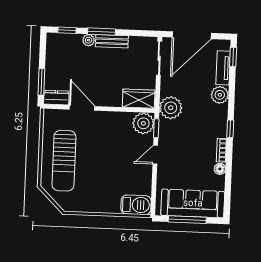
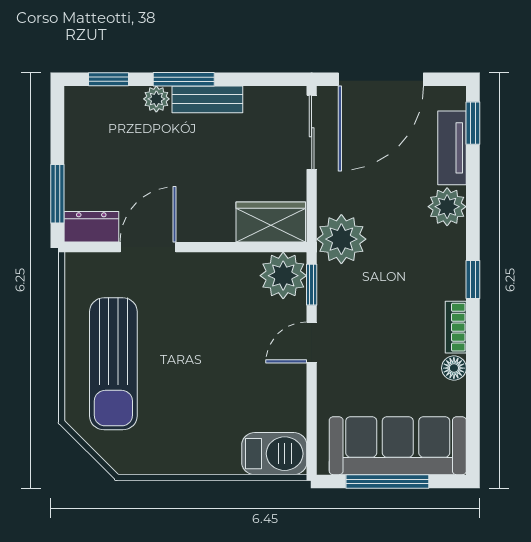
door: (82, 108) -> (148, 247), hinge flipped

